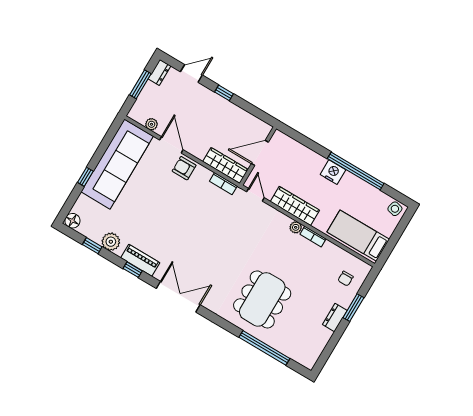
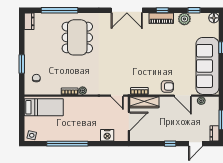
nightstand: (333, 172) -> (107, 135), moved
wardrobe: (295, 206) -> (90, 103), removed
dresser: (335, 318) -> (29, 21), moved

